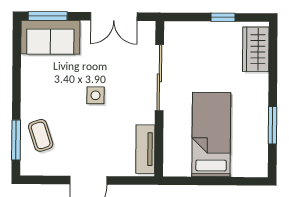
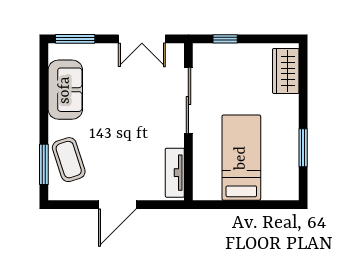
window: (223, 17) -> (225, 39), moved
sofa: (50, 37) -> (65, 90), moved, turned -90
side table: (95, 95) -> (124, 119), removed
coffee table: (41, 135) -> (69, 160), width x1.36, depth x1.30

